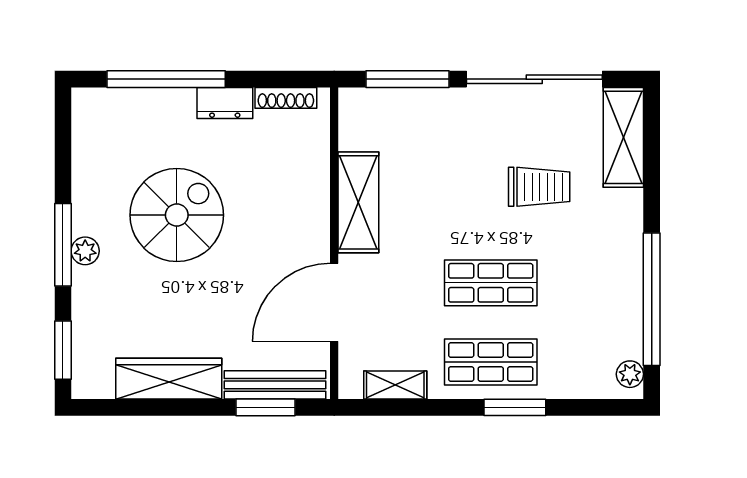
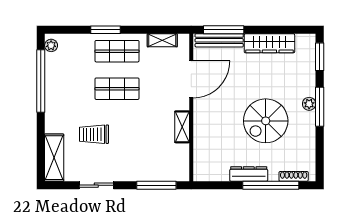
sliding door: (534, 79) -> (96, 185), width x0.54
shoe rack: (286, 98) -> (294, 176), moved
dresser: (225, 103) -> (249, 174), width x1.44
shelving: (358, 202) -> (182, 127), width x0.67, depth x0.75
window: (265, 407) -> (224, 30), width x1.44

